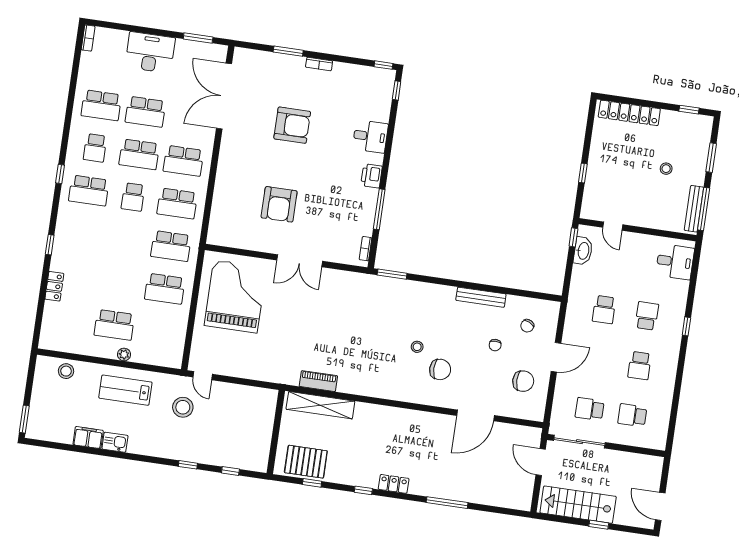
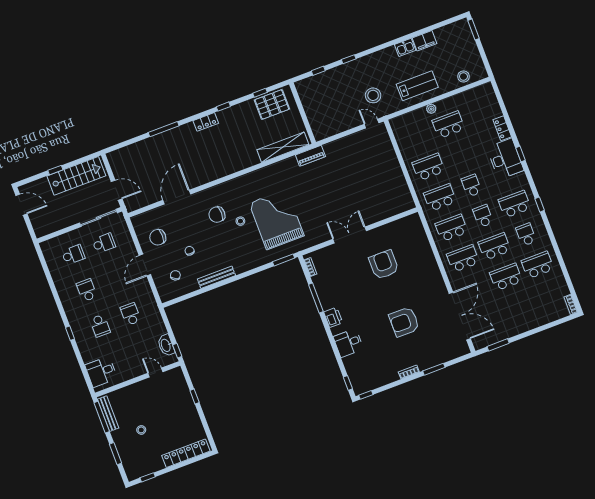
desk: (150, 52) -> (505, 159), moved, turned -90
school desk: (127, 240) -> (471, 186), added
grand piano: (235, 297) -> (277, 219), moved, turned 180
piano: (318, 381) -> (310, 156), moved

